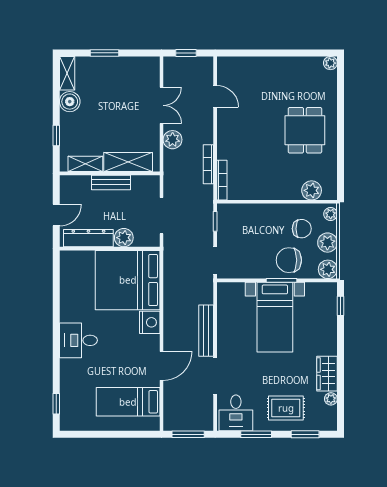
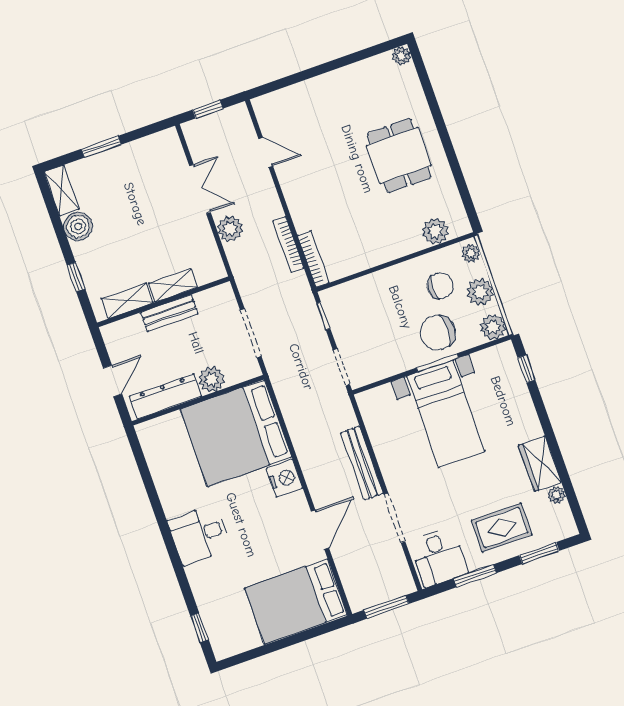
shelving: (128, 162) -> (173, 285), width x0.67, depth x0.75
bed: (128, 402) -> (296, 601), width x1.50

